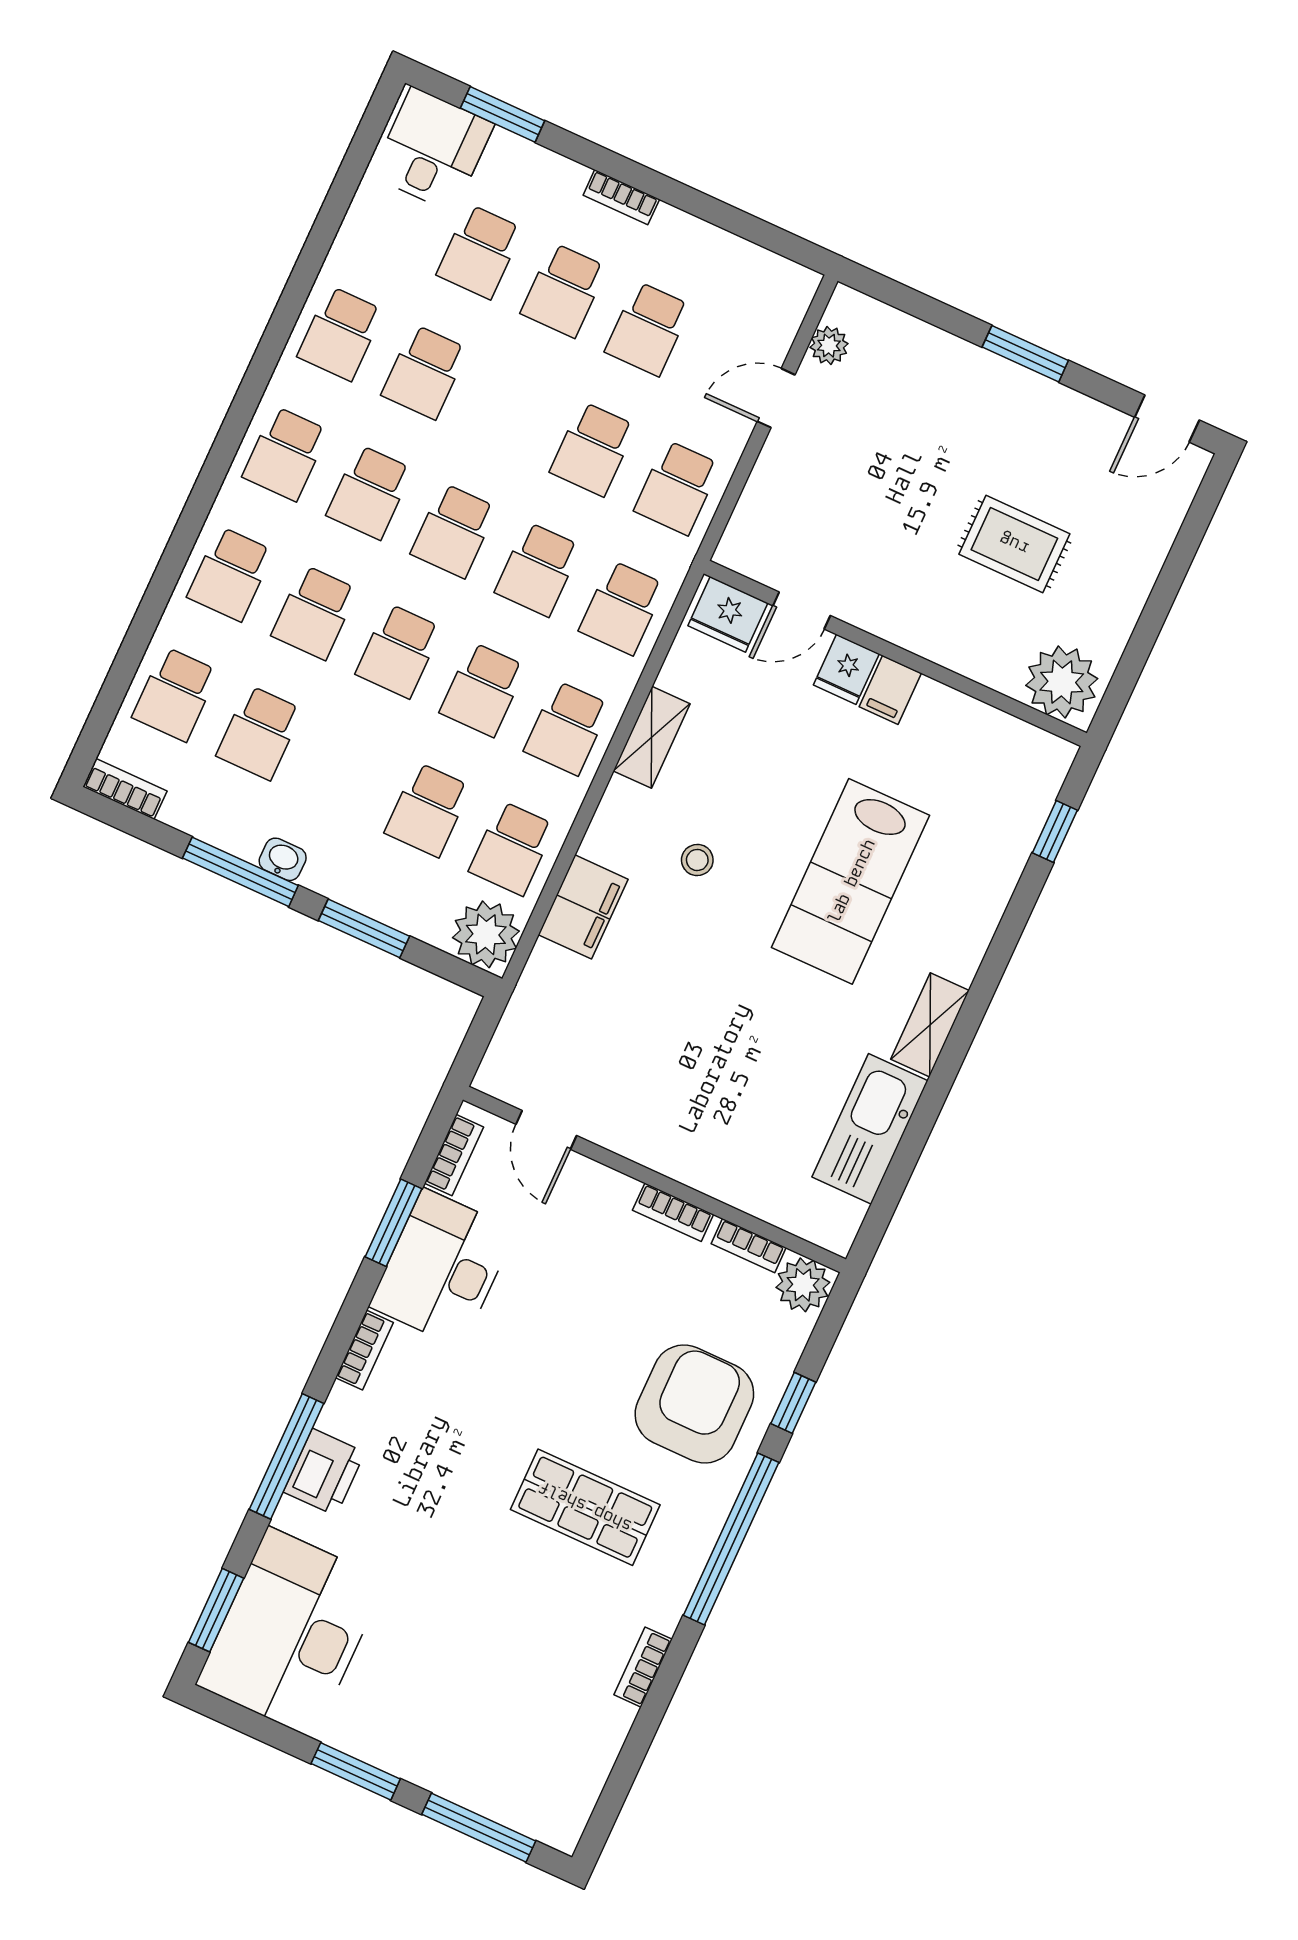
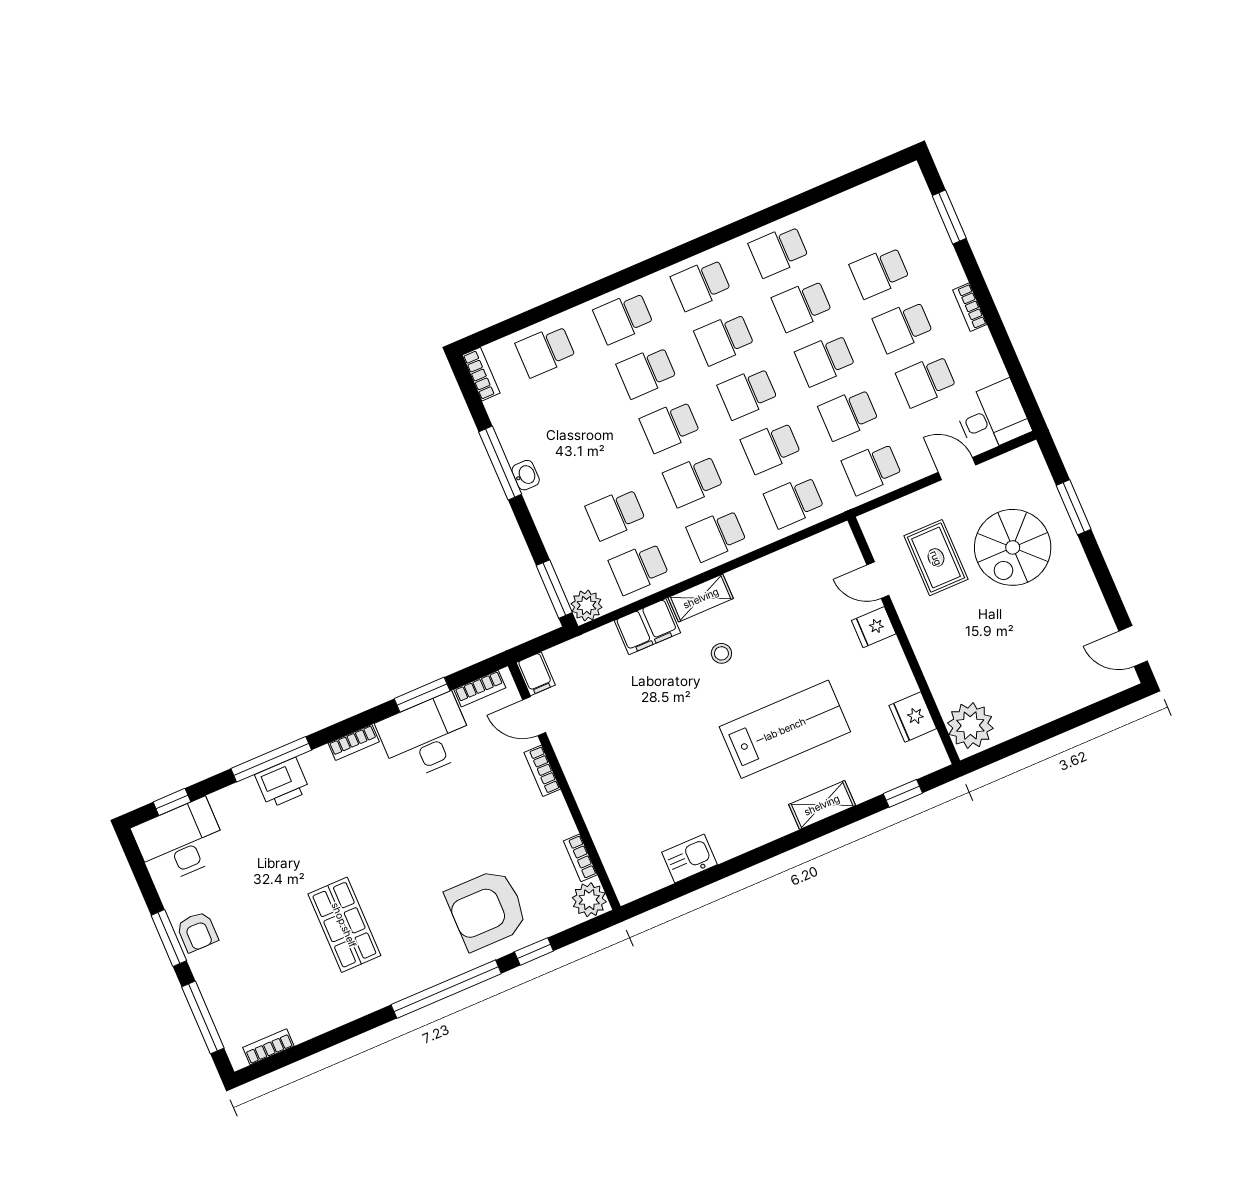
desk: (433, 150) -> (992, 417), moved
plant: (829, 346) -> (1004, 466), removed
window: (1025, 354) -> (1074, 507), moved
spiral stairs: (924, 431) -> (1013, 547), added
rug: (1014, 544) -> (936, 558), moved
fridge: (728, 614) -> (913, 717), moved
filing cabinet: (890, 690) -> (536, 674), moved, turned -90
school desk: (259, 733) -> (825, 360), moved
shelving: (652, 737) -> (701, 598), moved
lab bench: (851, 881) -> (785, 729), turned 180
window: (364, 928) -> (554, 589), moved
plant: (486, 934) -> (587, 605), width x0.73, depth x0.73
shelving: (930, 1025) -> (822, 805), moved
kitchen sink: (870, 1129) -> (689, 858), width x0.53, depth x0.81
door: (546, 1130) -> (534, 716), hinge flipped
bookcase: (673, 1212) -> (542, 771), moved
armchair: (694, 1404) -> (487, 910), turned 180
shop shelf: (585, 1507) -> (344, 925), moved
window: (216, 1610) -> (172, 802), width x0.67
desk: (291, 1632) -> (180, 842), width x0.73, depth x0.77
bookcase: (643, 1667) -> (268, 1047), moved
armchair: (382, 1734) -> (197, 932), added

